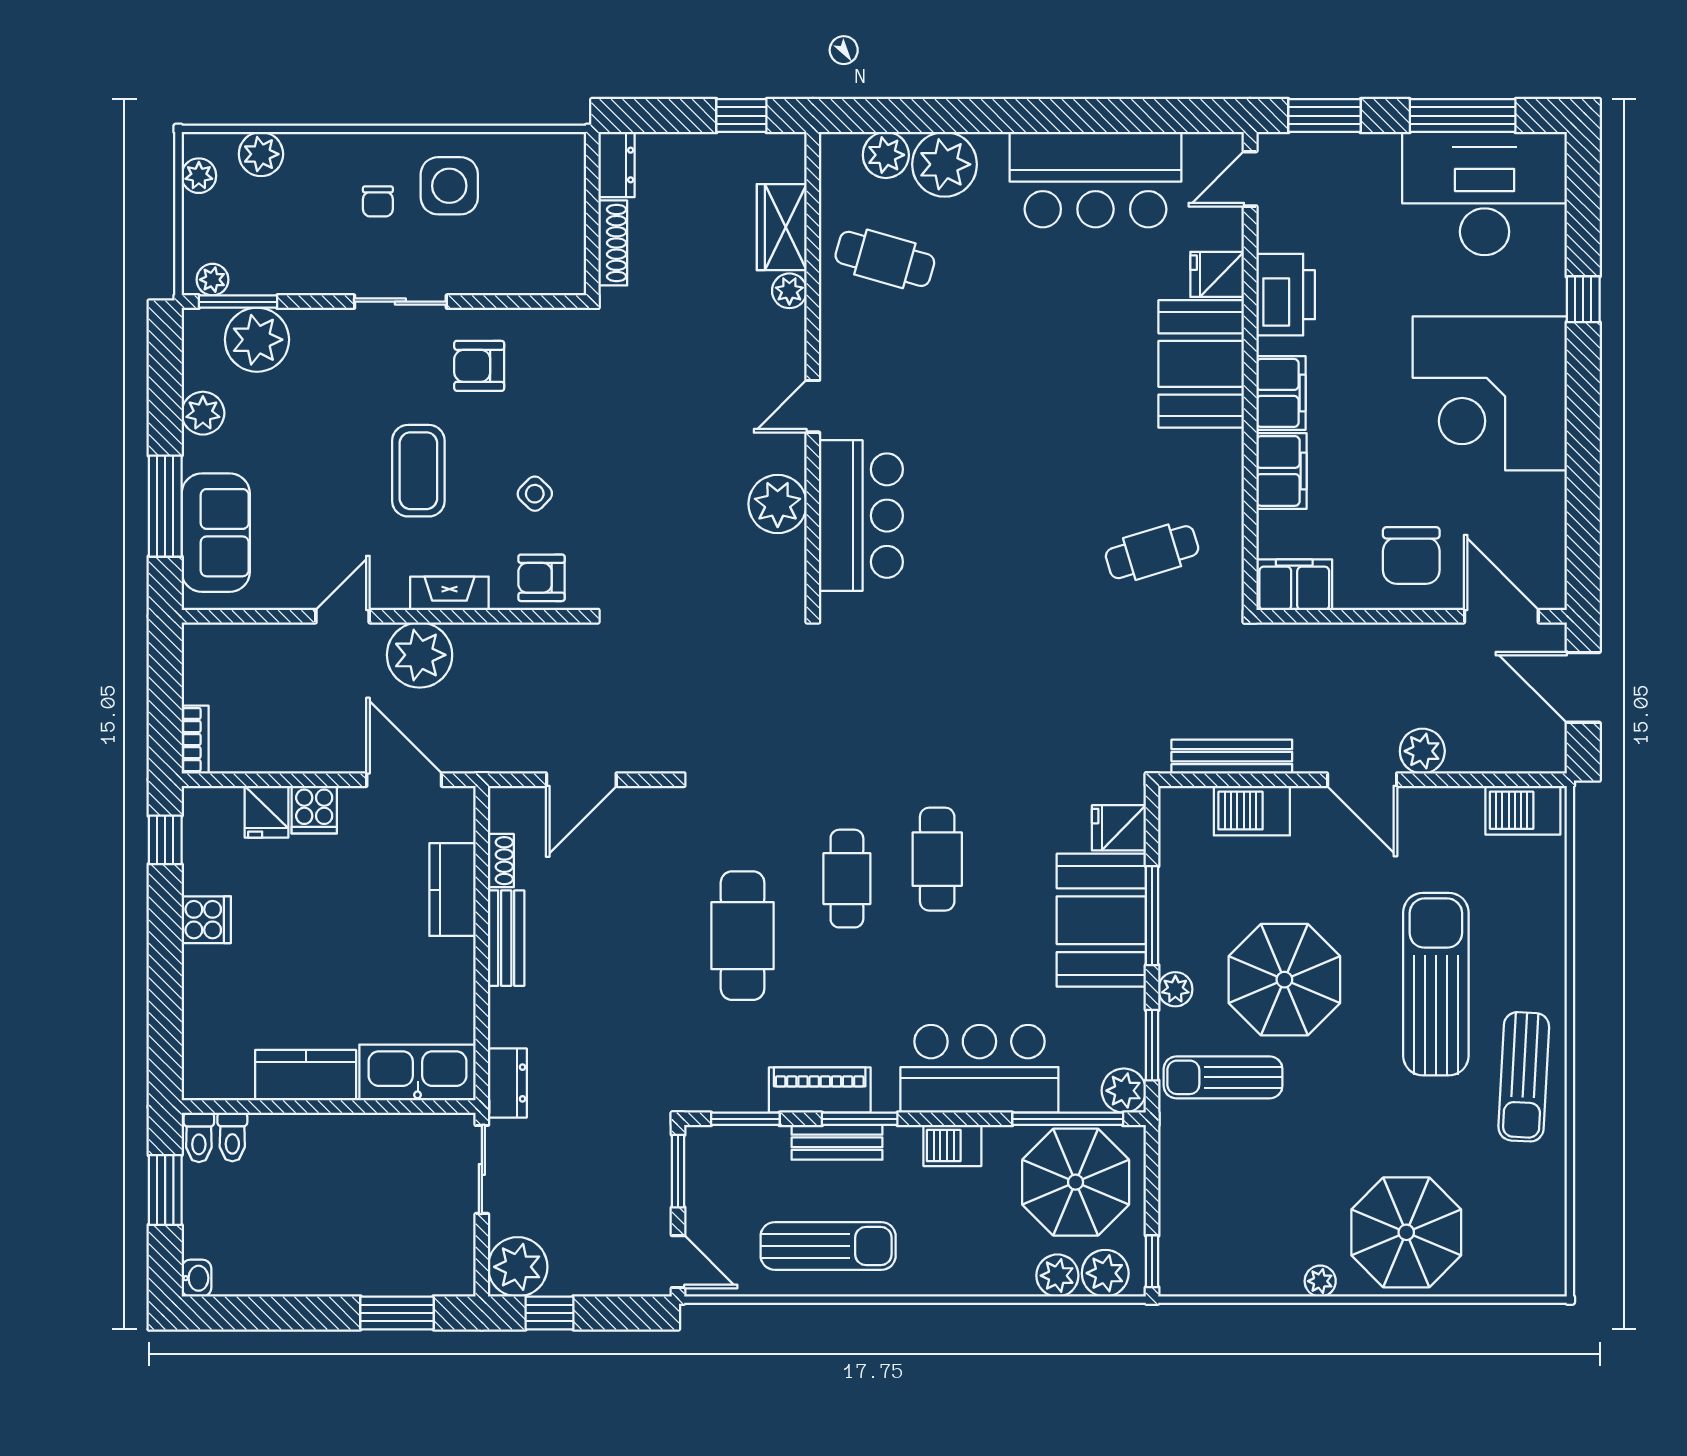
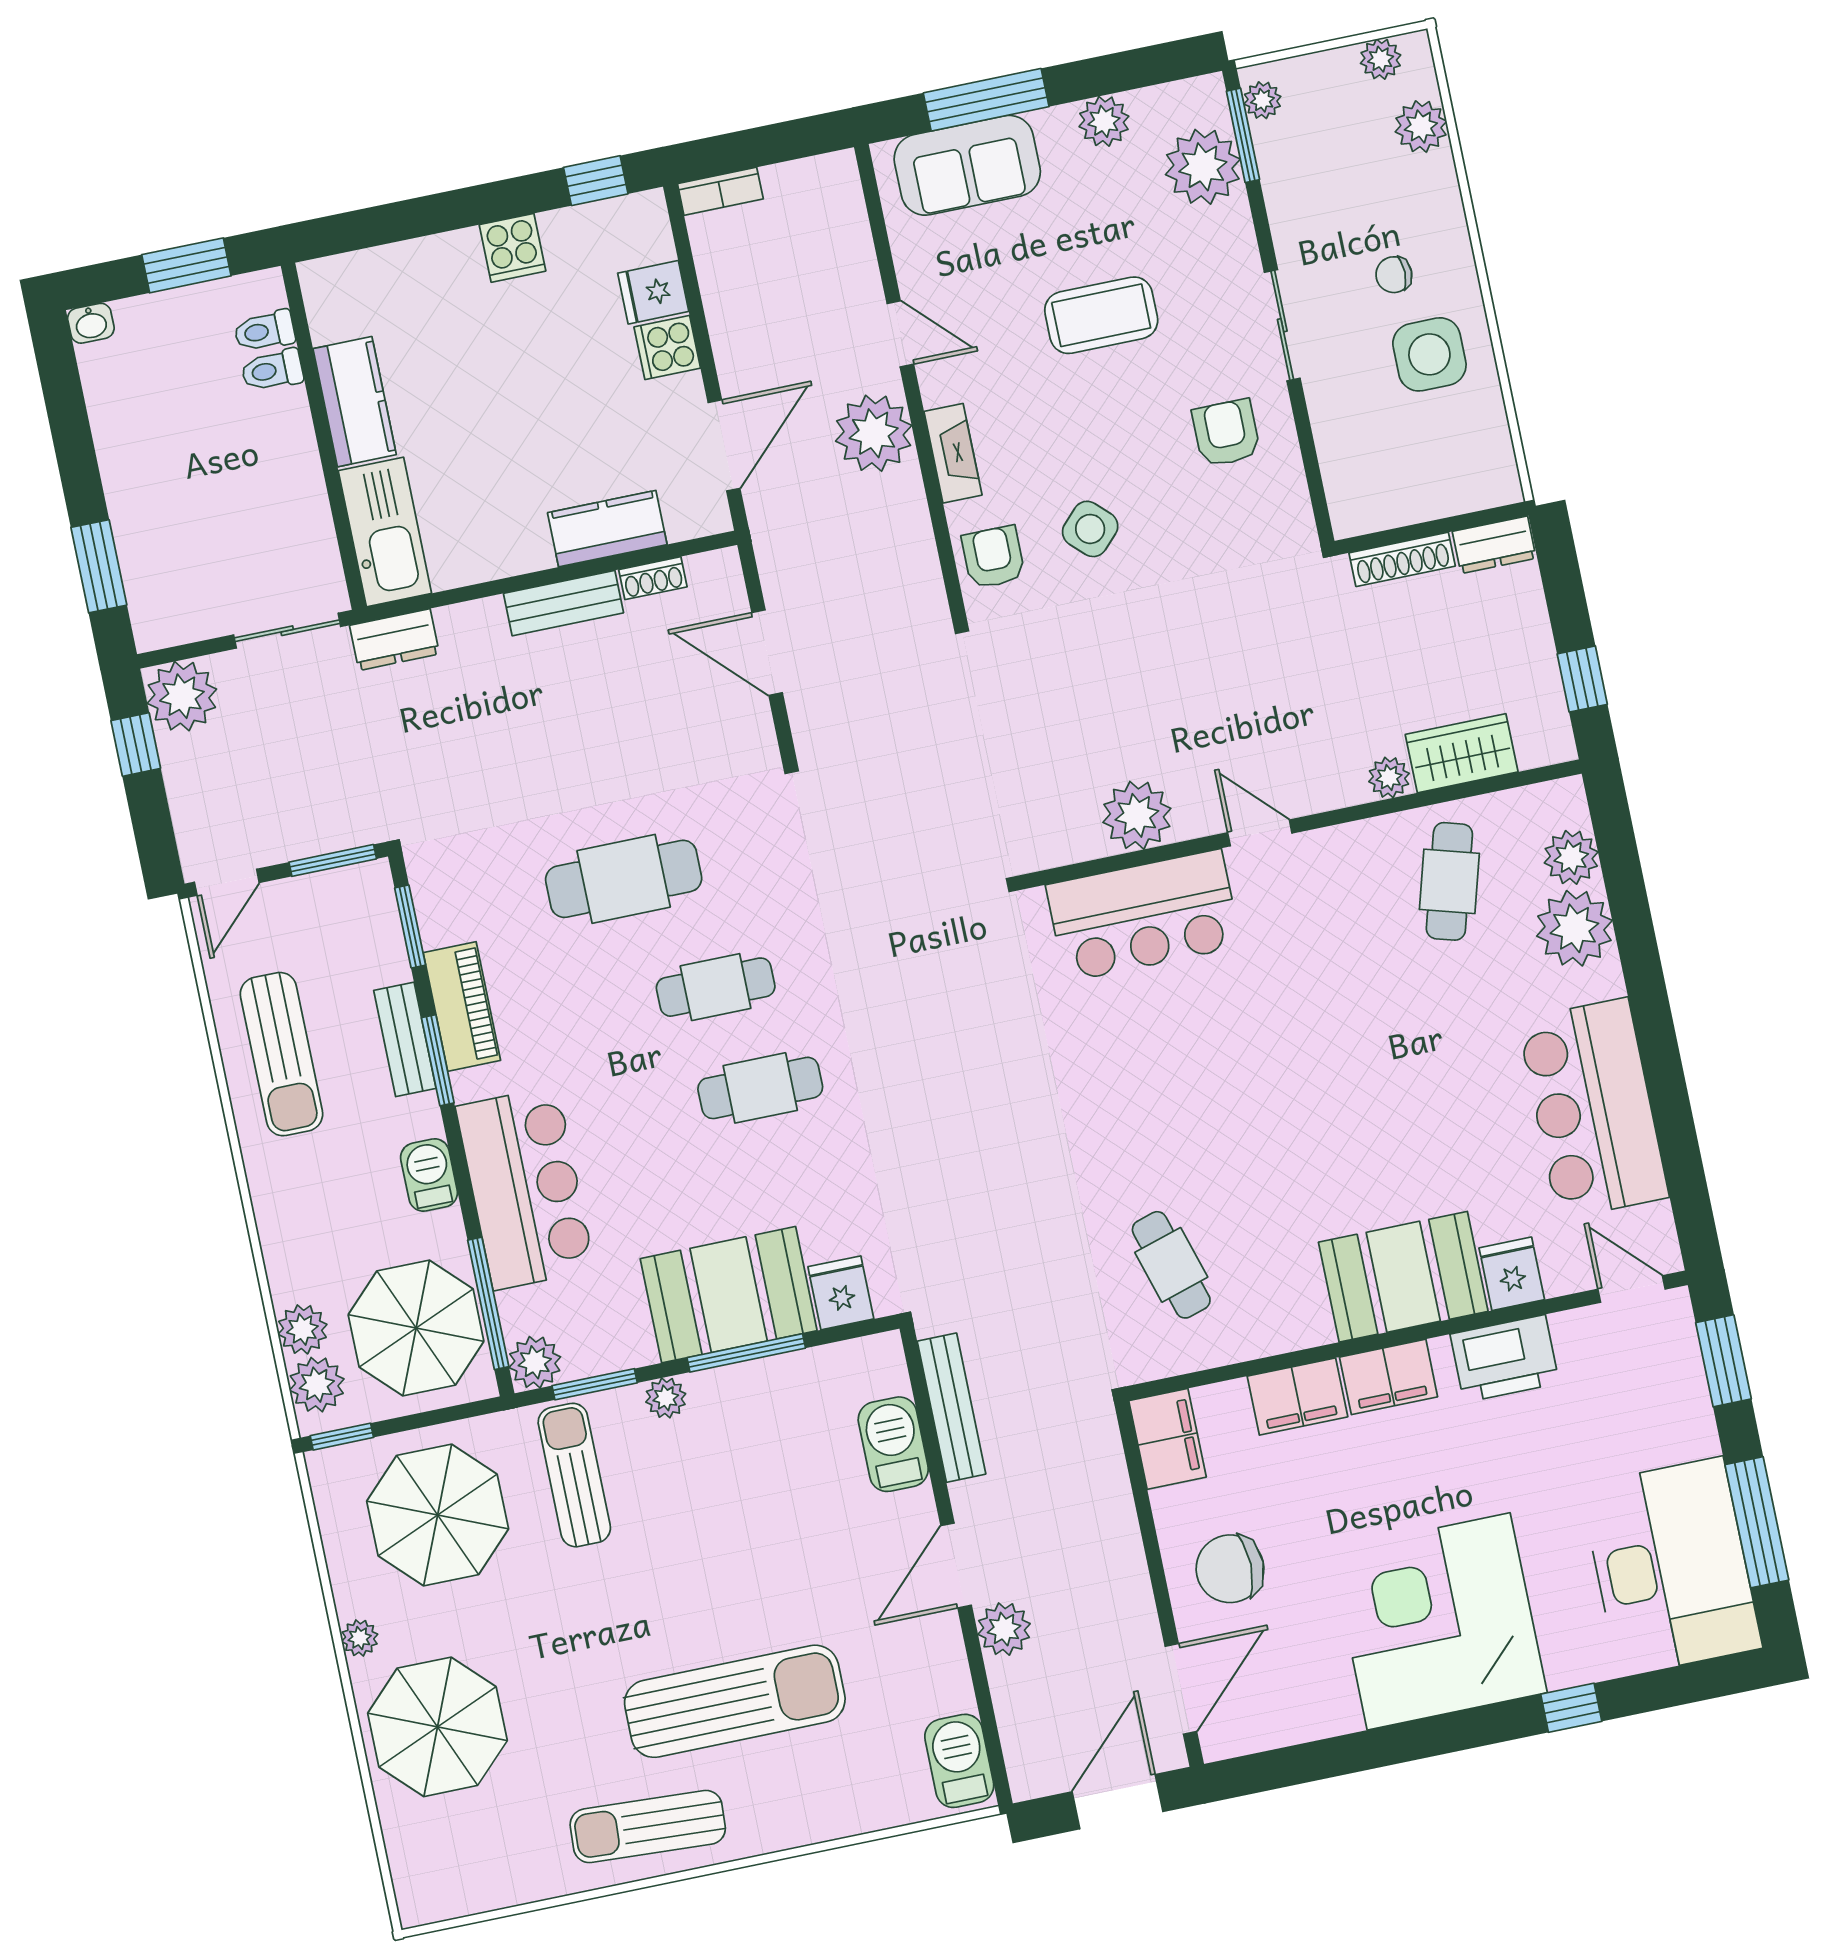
coffee table: (418, 471) -> (1101, 315), moved
side table: (535, 494) -> (1090, 529), width x1.37, depth x1.37
parasol: (1284, 980) -> (438, 1515), moved
toilet: (199, 1137) -> (272, 370), moved

